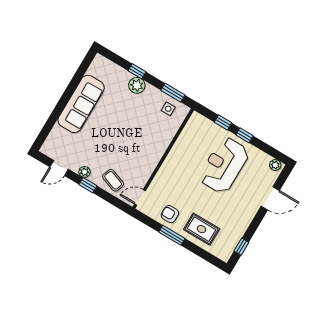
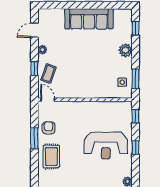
window: (137, 71) -> (135, 28), moved
window: (223, 123) -> (135, 116), moved
reception desk: (224, 165) -> (106, 145), turned 180
door: (59, 168) -> (34, 30), hinge flipped
window: (88, 185) -> (34, 69), moved

